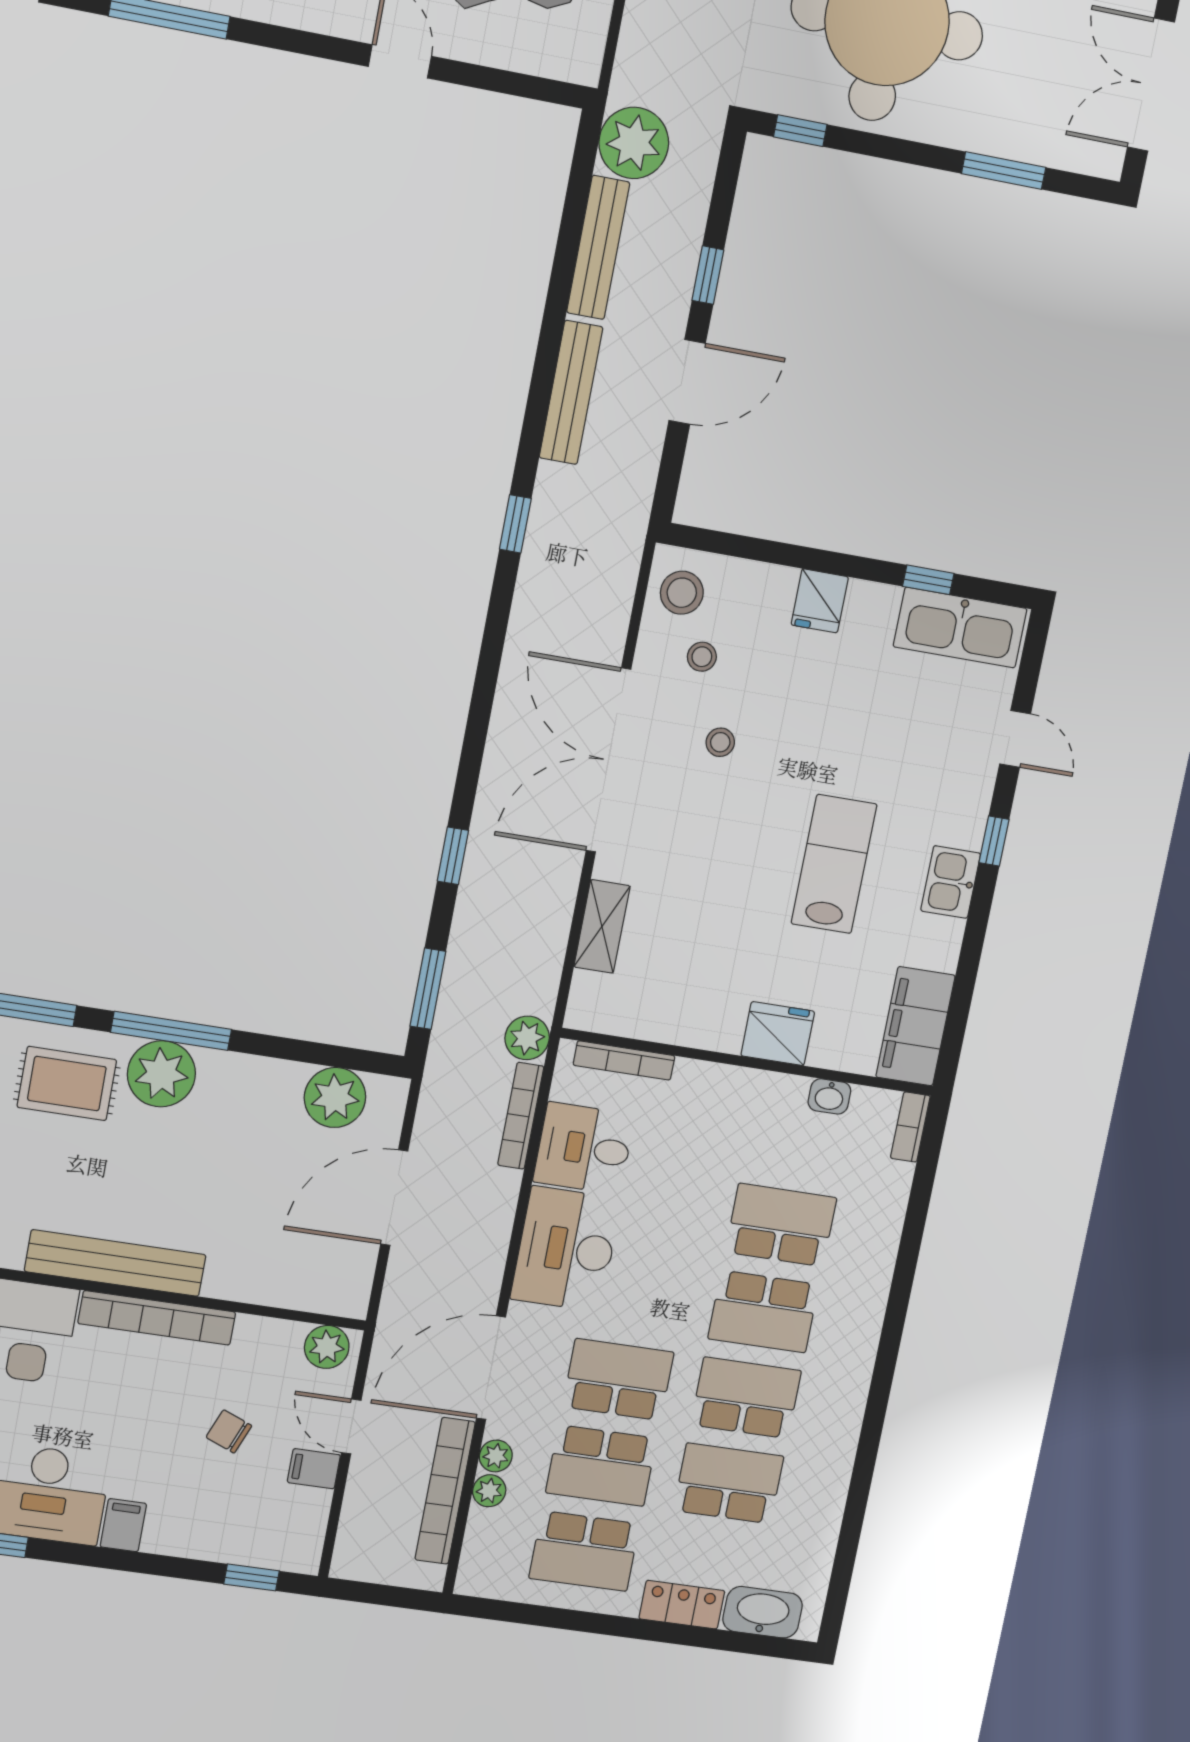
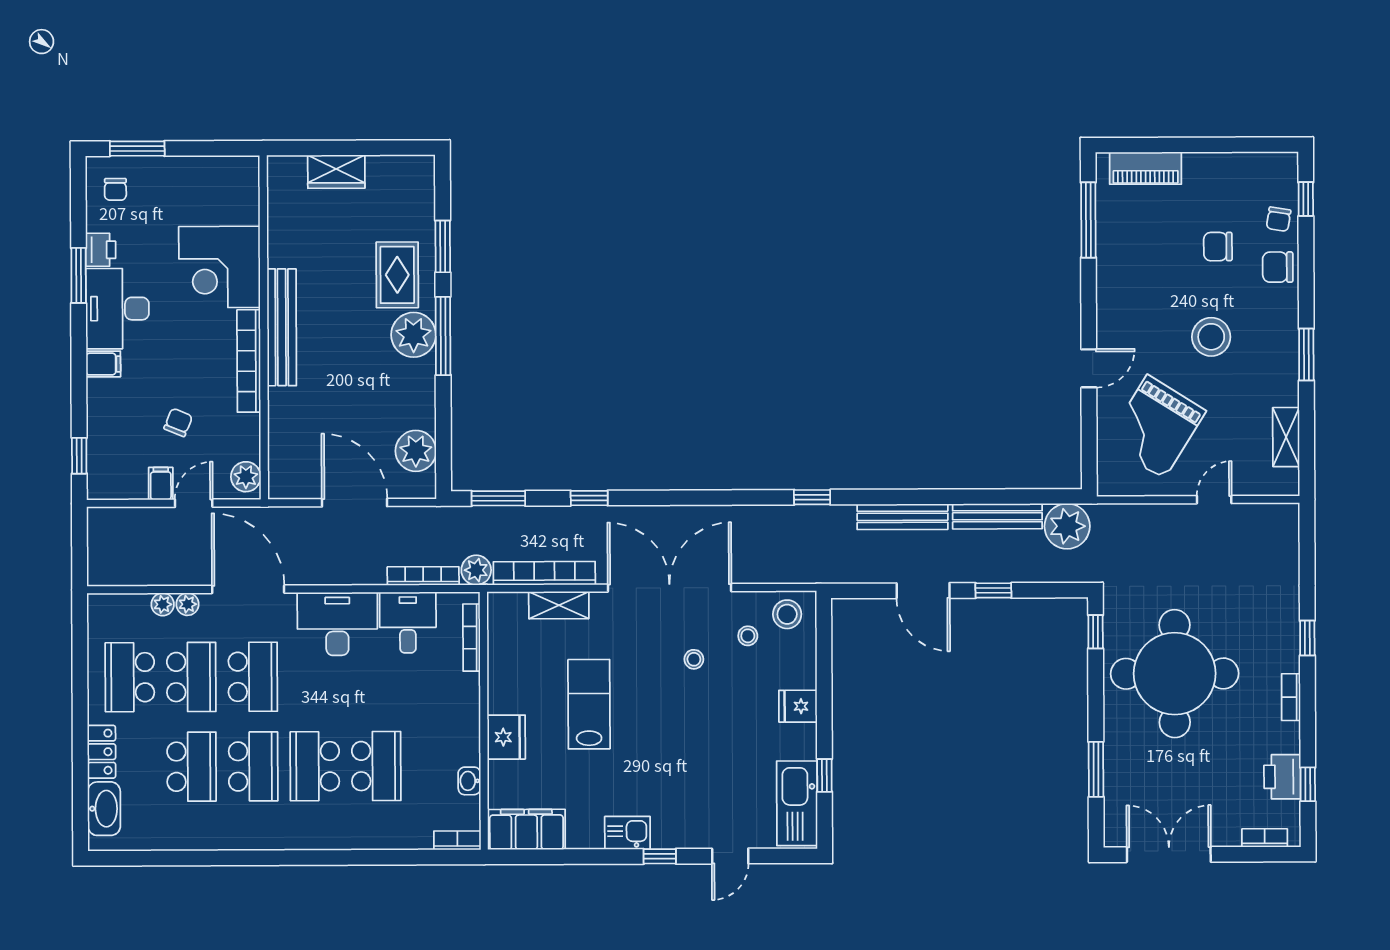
lab bench: (834, 864) -> (589, 704), moved, turned -90
school desk: (601, 1466) -> (191, 677), turned 180
bookcase: (445, 1491) -> (544, 573), moved

